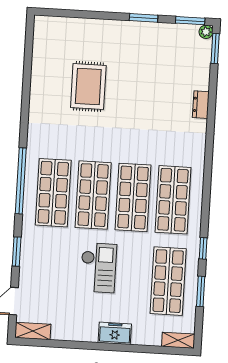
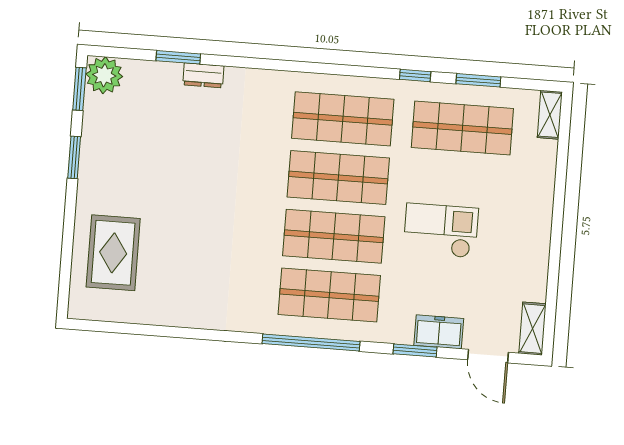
plant: (206, 32) -> (104, 75), width x1.88, depth x1.88
window: (215, 49) -> (178, 57), moved
rug: (88, 86) -> (113, 253), moved, turned 90
freezer: (115, 333) -> (439, 332), moved, turned 90

